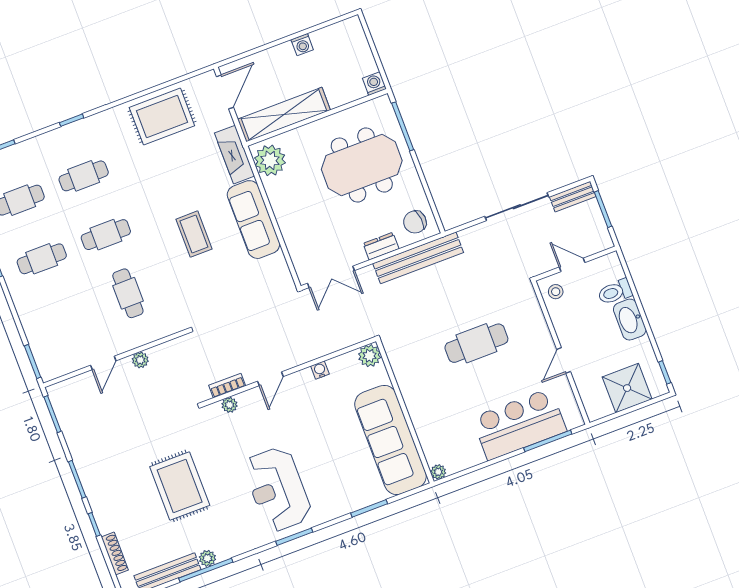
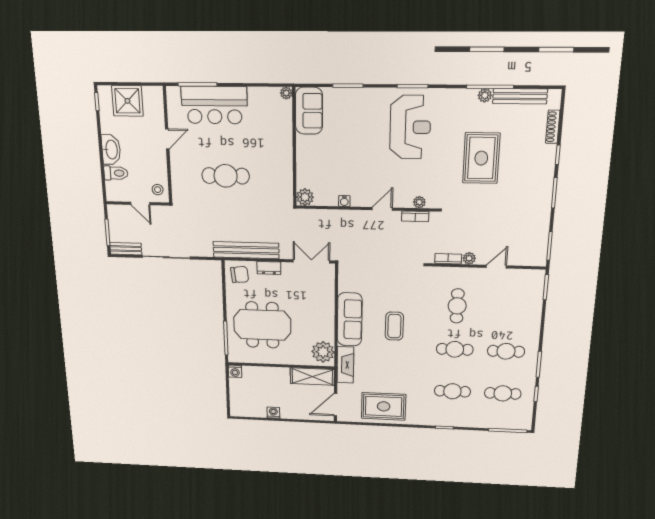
shelving: (284, 115) -> (312, 376), width x0.68
bookcase: (165, 349) -> (448, 259), added
sofa: (391, 440) -> (309, 111), width x0.54, depth x0.79

